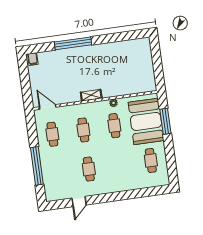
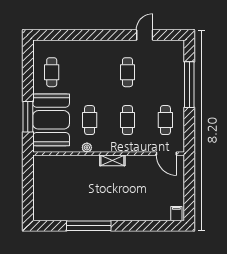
window: (73, 43) -> (89, 226), moved

